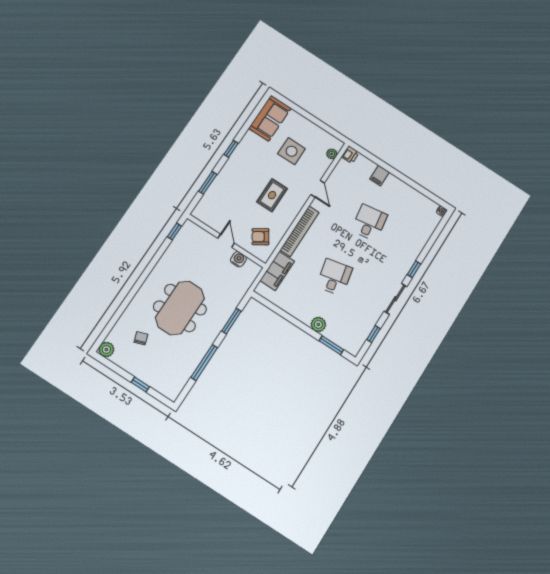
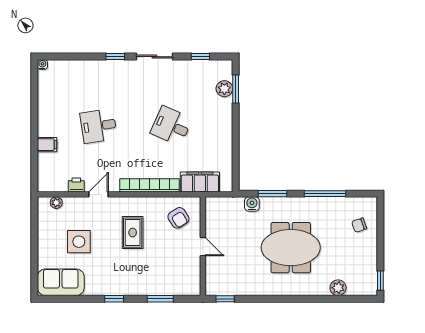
printer: (350, 155) -> (76, 185), moved
rug: (272, 195) -> (133, 233), turned 90
door: (226, 241) -> (203, 247), swing flipped
water cooler: (238, 259) -> (252, 204), moved, turned 90
desk: (334, 277) -> (171, 126), turned 36
plant: (318, 324) -> (224, 89), moved
chair: (141, 338) -> (359, 225), moved
plant: (106, 350) -> (338, 288), moved
window: (140, 384) -> (380, 281), moved

